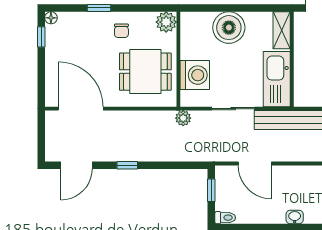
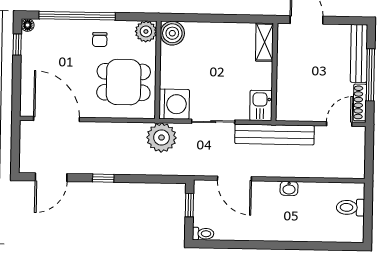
window: (99, 8) -> (77, 16), width x3.17
boiler: (229, 28) -> (172, 33), moved, width x0.73, depth x0.73
washing machine: (195, 75) -> (174, 104), moved
kitchen sink: (277, 79) -> (261, 105), width x0.53, depth x0.81
plant: (183, 118) -> (161, 138), width x1.87, depth x1.87
washbasin: (295, 217) -> (289, 188), moved, turned 180

